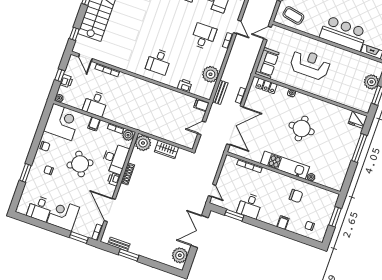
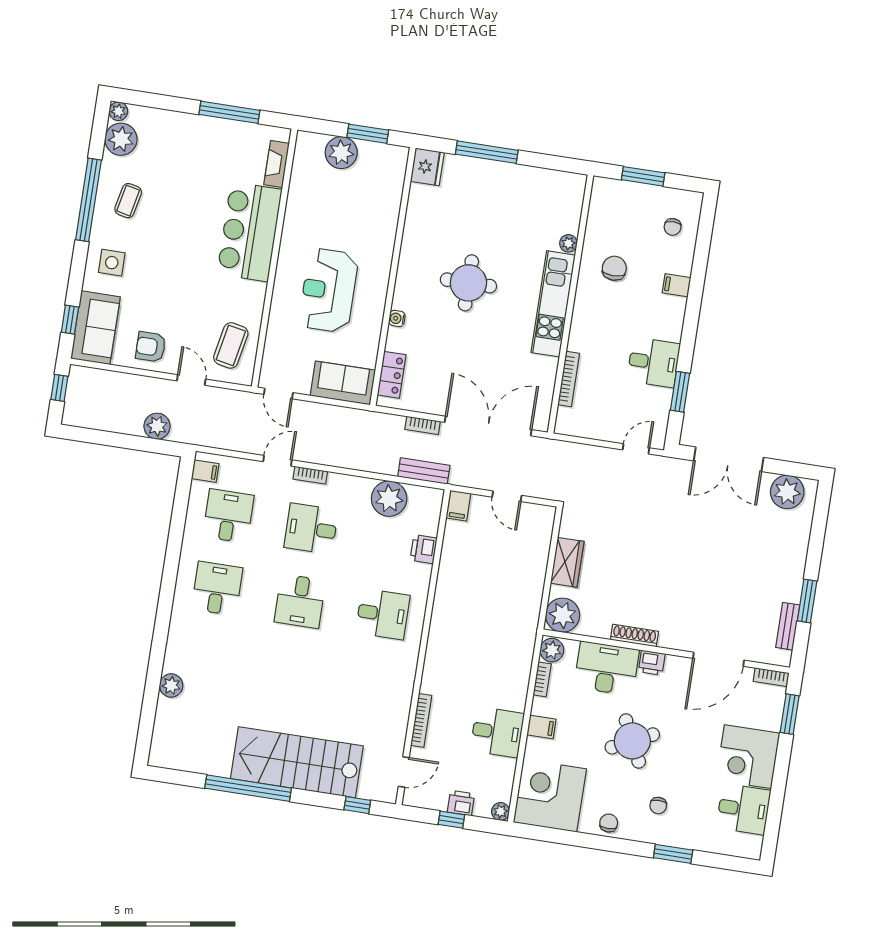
desk: (172, 25) -> (300, 601), added

